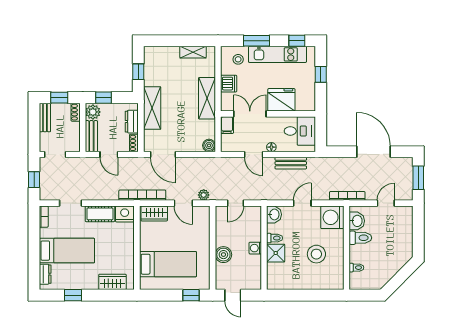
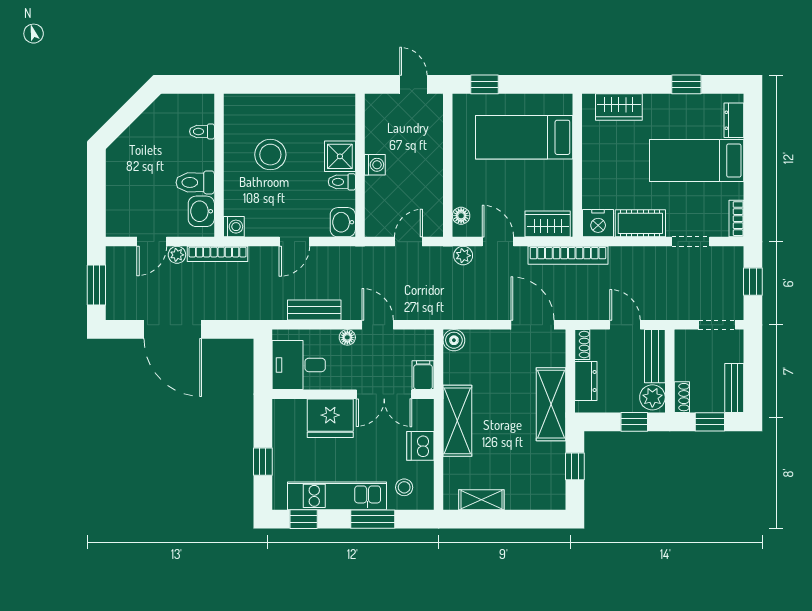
plant: (371, 195) -> (177, 255), added
washing machine: (332, 217) -> (234, 227), width x0.53, depth x0.53
floor lamp: (205, 218) -> (461, 216), added
boiler: (223, 255) -> (429, 154), removed

